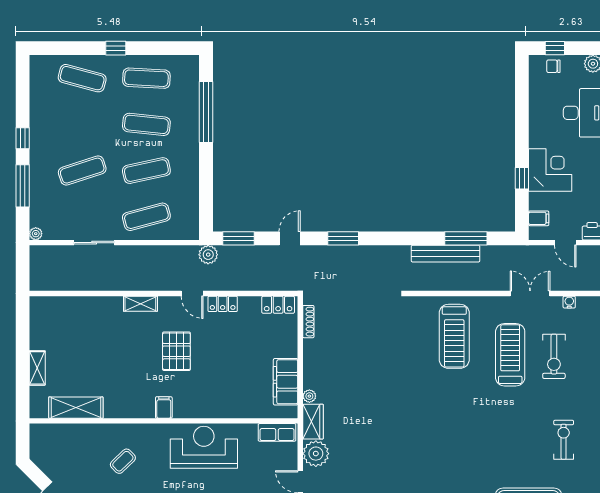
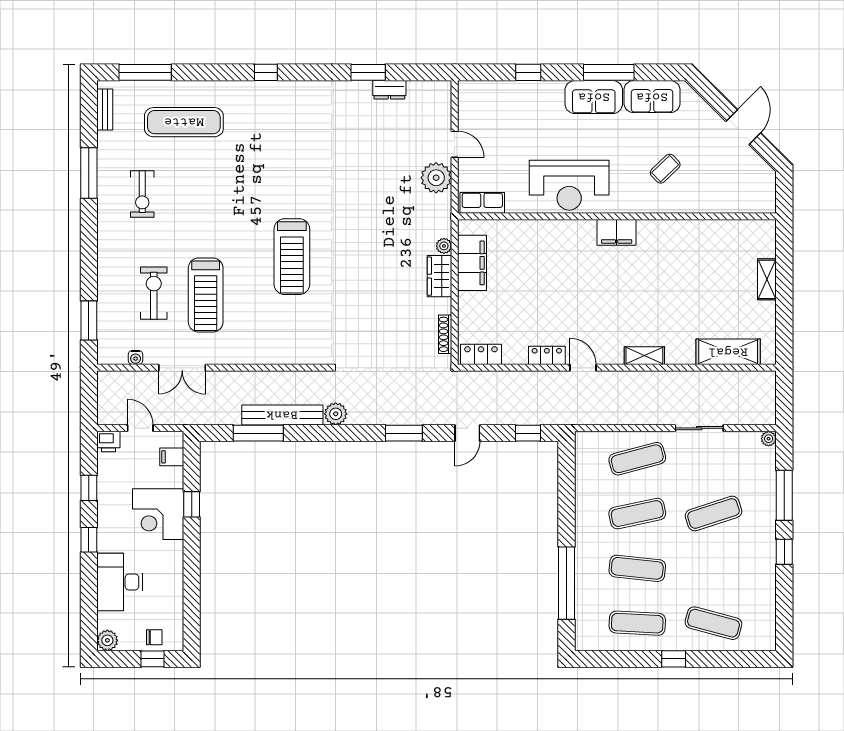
window: (238, 238) -> (528, 433), width x0.67
plant: (208, 255) -> (336, 414), moved
treadmill: (454, 336) -> (292, 257), moved, turned 180
pallet: (176, 351) -> (602, 299), removed
filing cabinet: (164, 407) -> (617, 232), width x2.00
shelving: (76, 408) -> (728, 352), moved
wardrobe: (313, 422) -> (440, 276), moved

